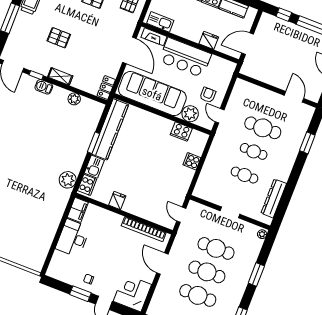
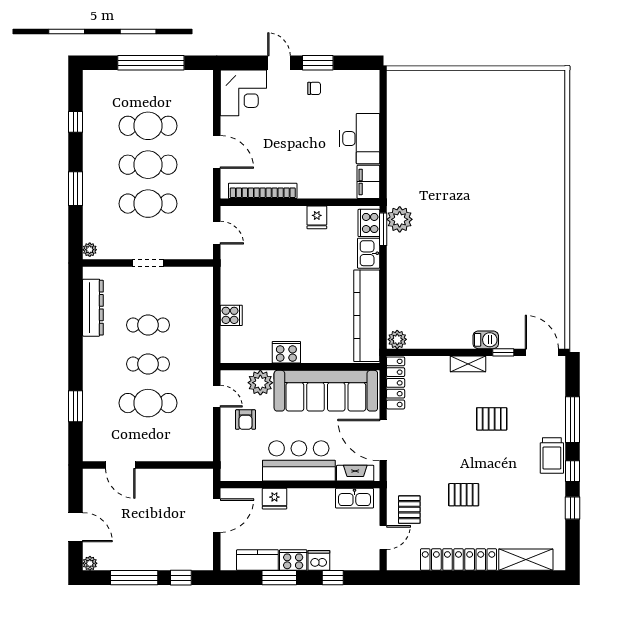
locker: (106, 88) -> (396, 383), width x1.53
plant: (74, 99) -> (397, 339), moved
cooker: (181, 132) -> (286, 352), moved
window: (94, 143) -> (383, 229), moved

